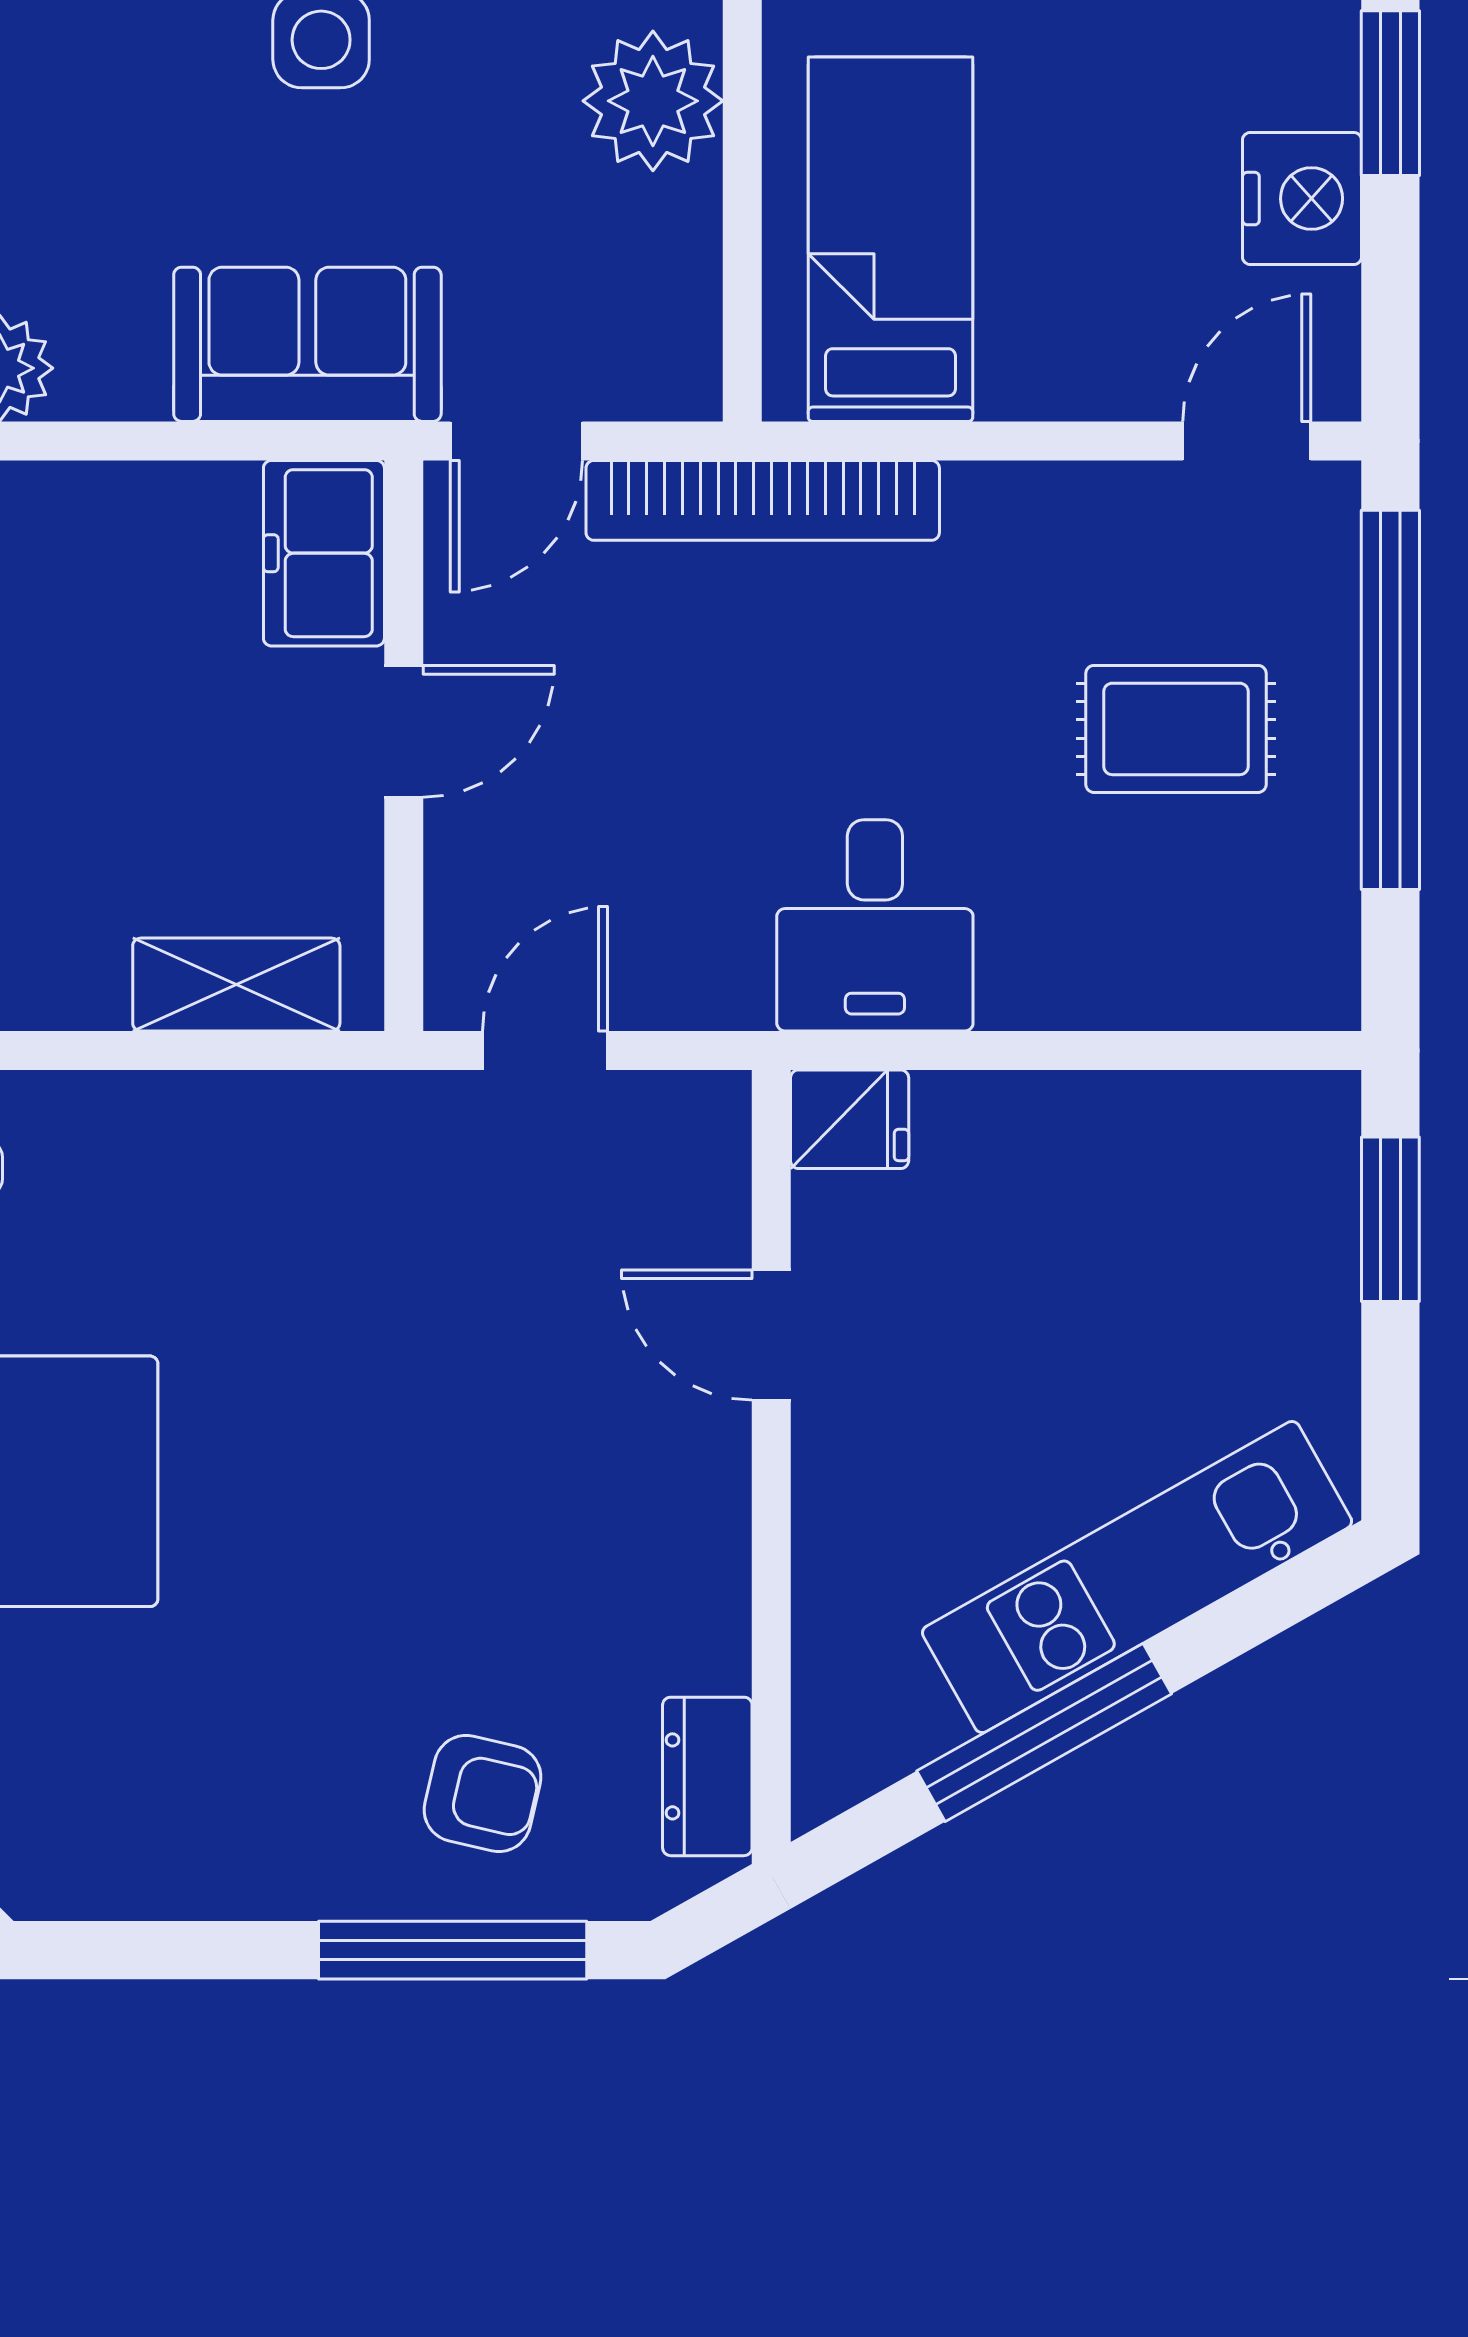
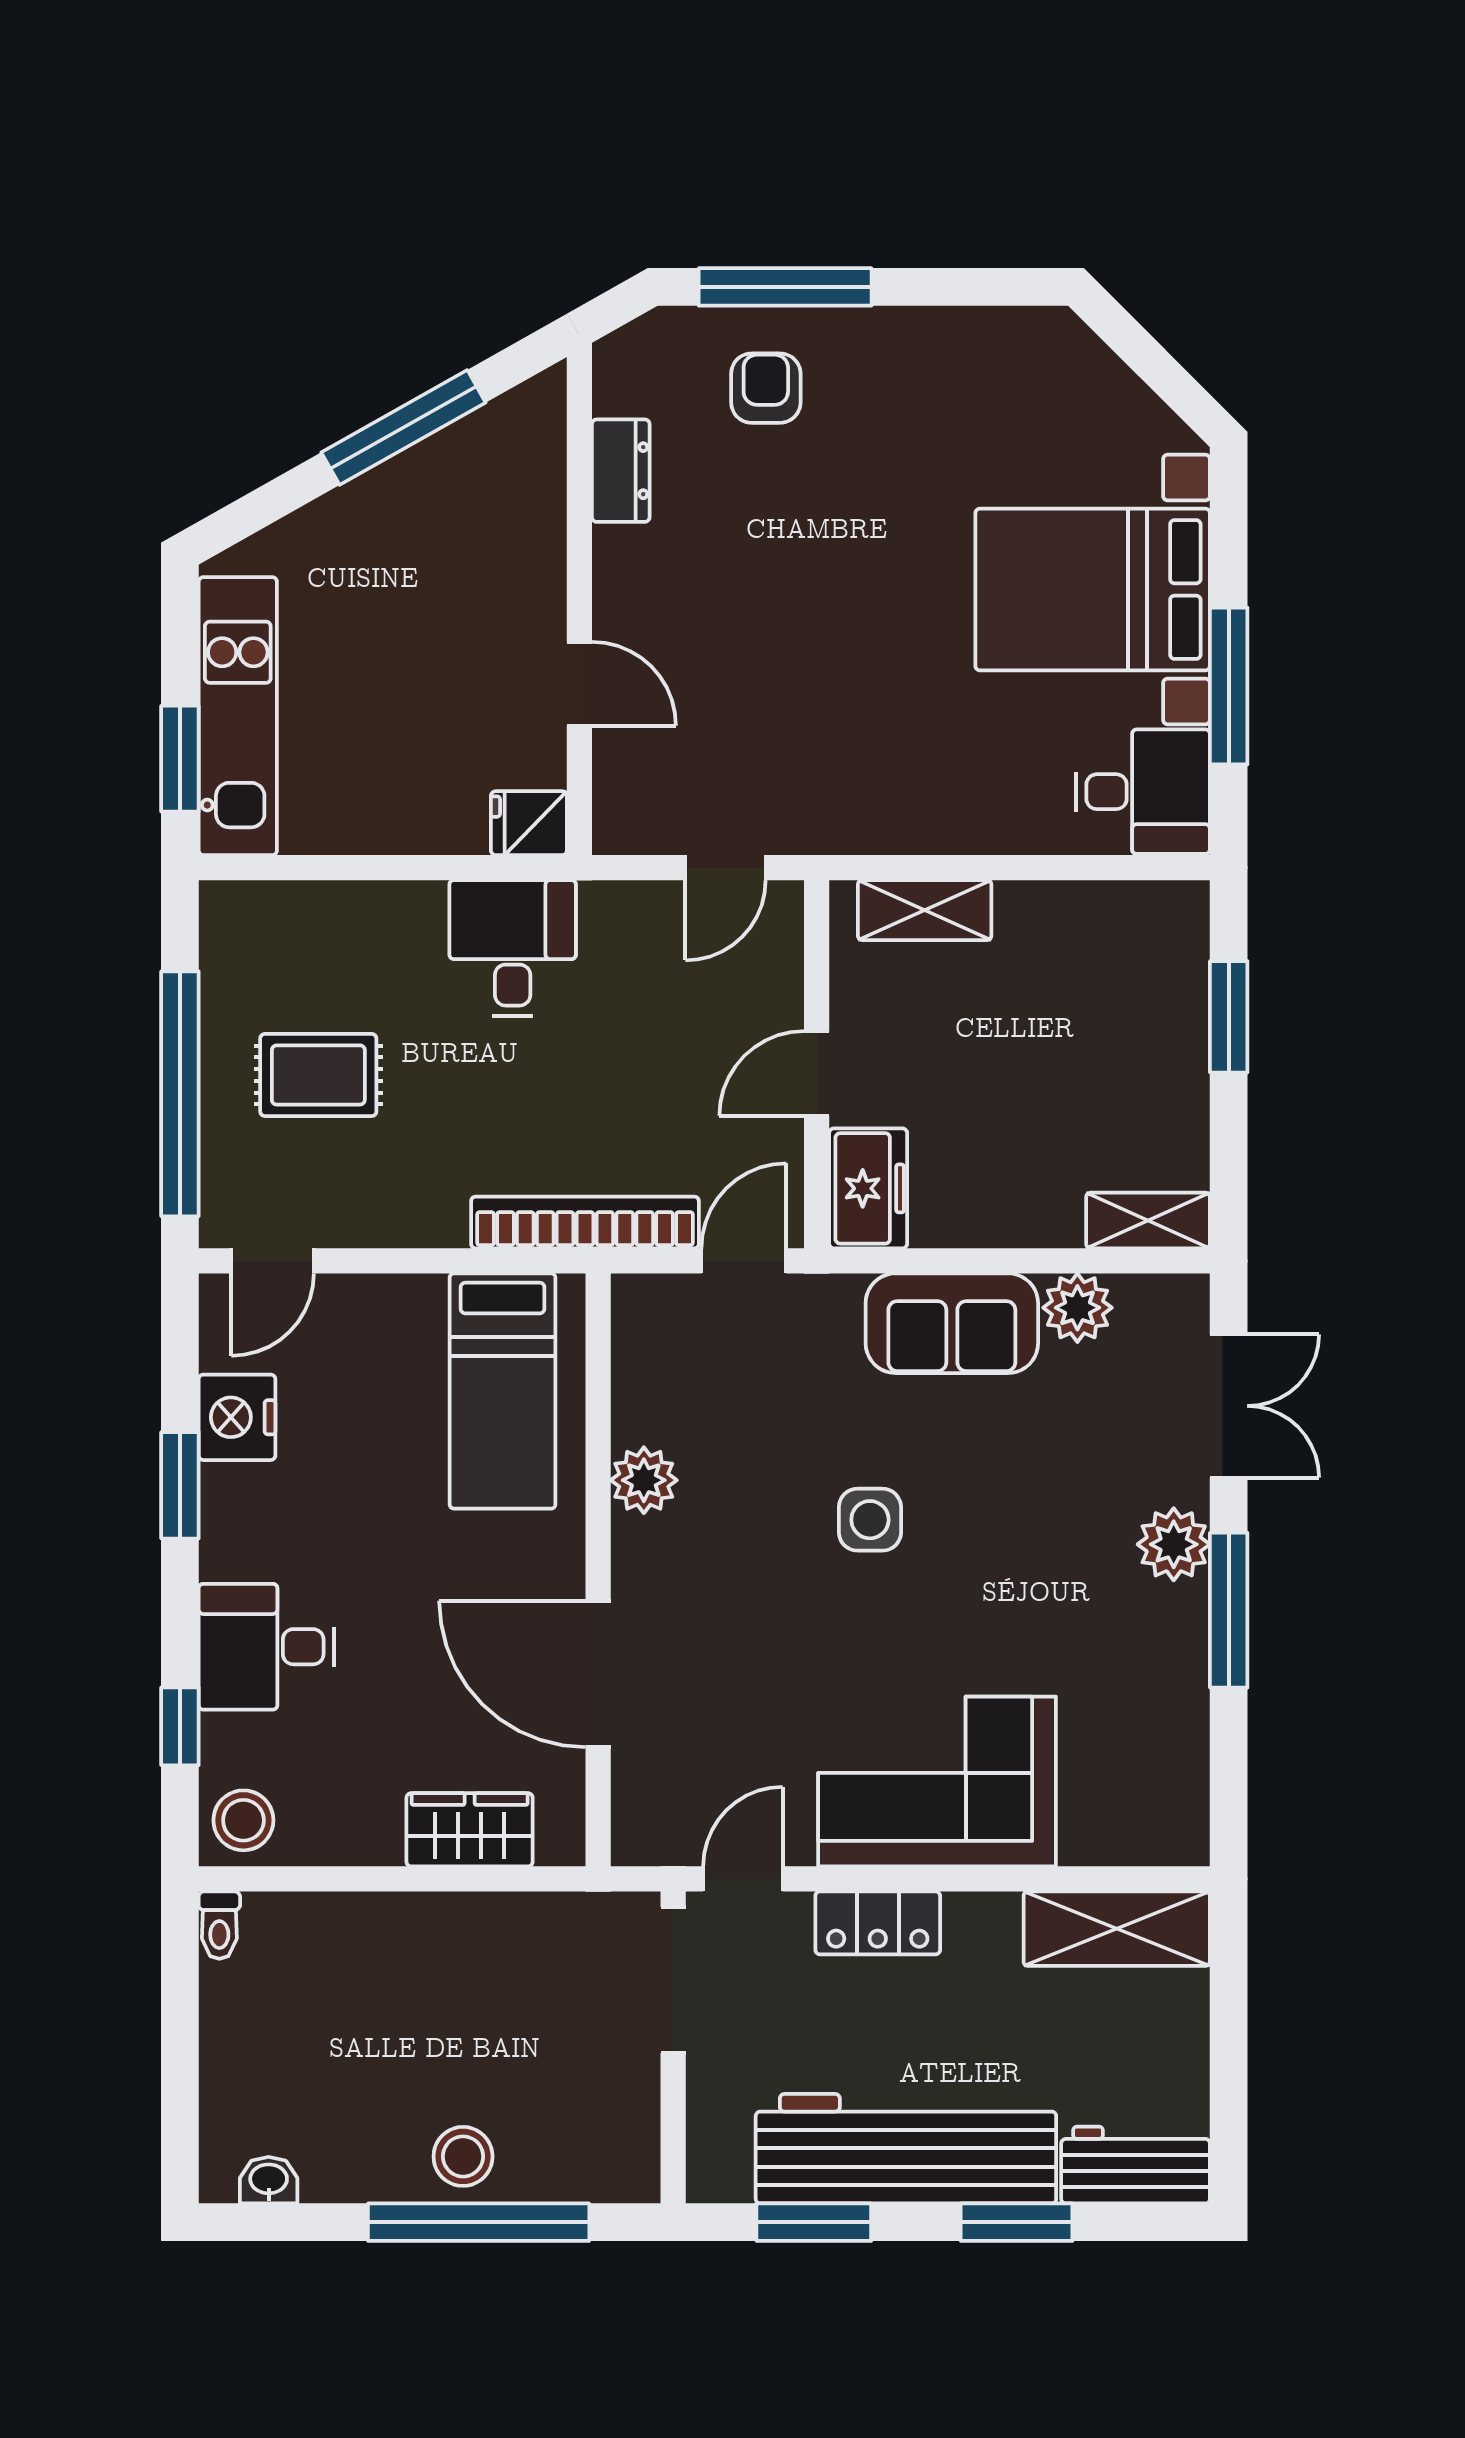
plant: (653, 101) -> (644, 1480), width x0.73, depth x0.73
sofa: (307, 344) -> (952, 1323), moved
kitchen unit: (1137, 1577) -> (238, 716), moved, turned -61
dresser: (707, 1776) -> (621, 471), moved
armchair: (482, 1793) -> (766, 388), turned 77

